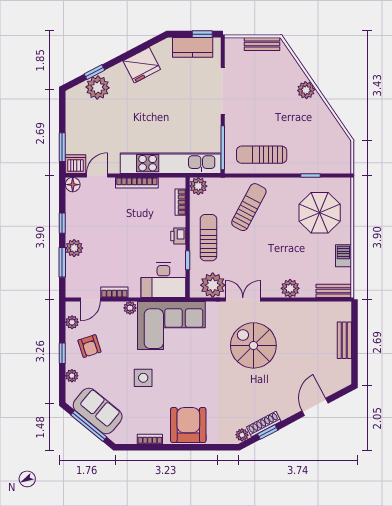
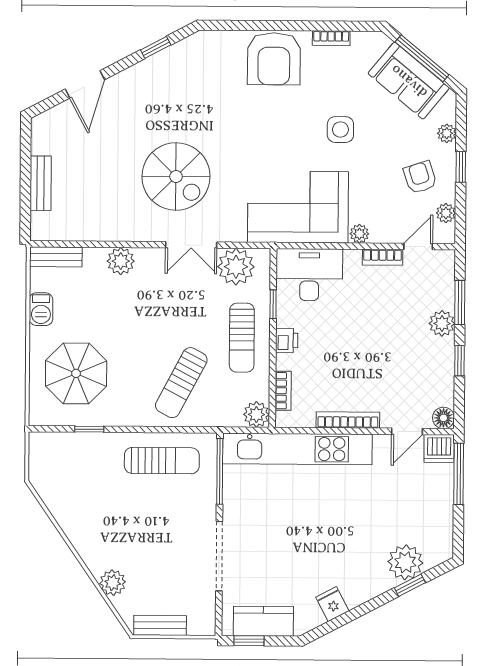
fridge: (142, 65) -> (332, 604), width x0.53, depth x0.75
plant: (306, 90) -> (113, 583), moved
window: (62, 147) -> (459, 474), width x1.44
shoe rack: (264, 424) -> (161, 59), removed
plant: (242, 435) -> (194, 43), removed

